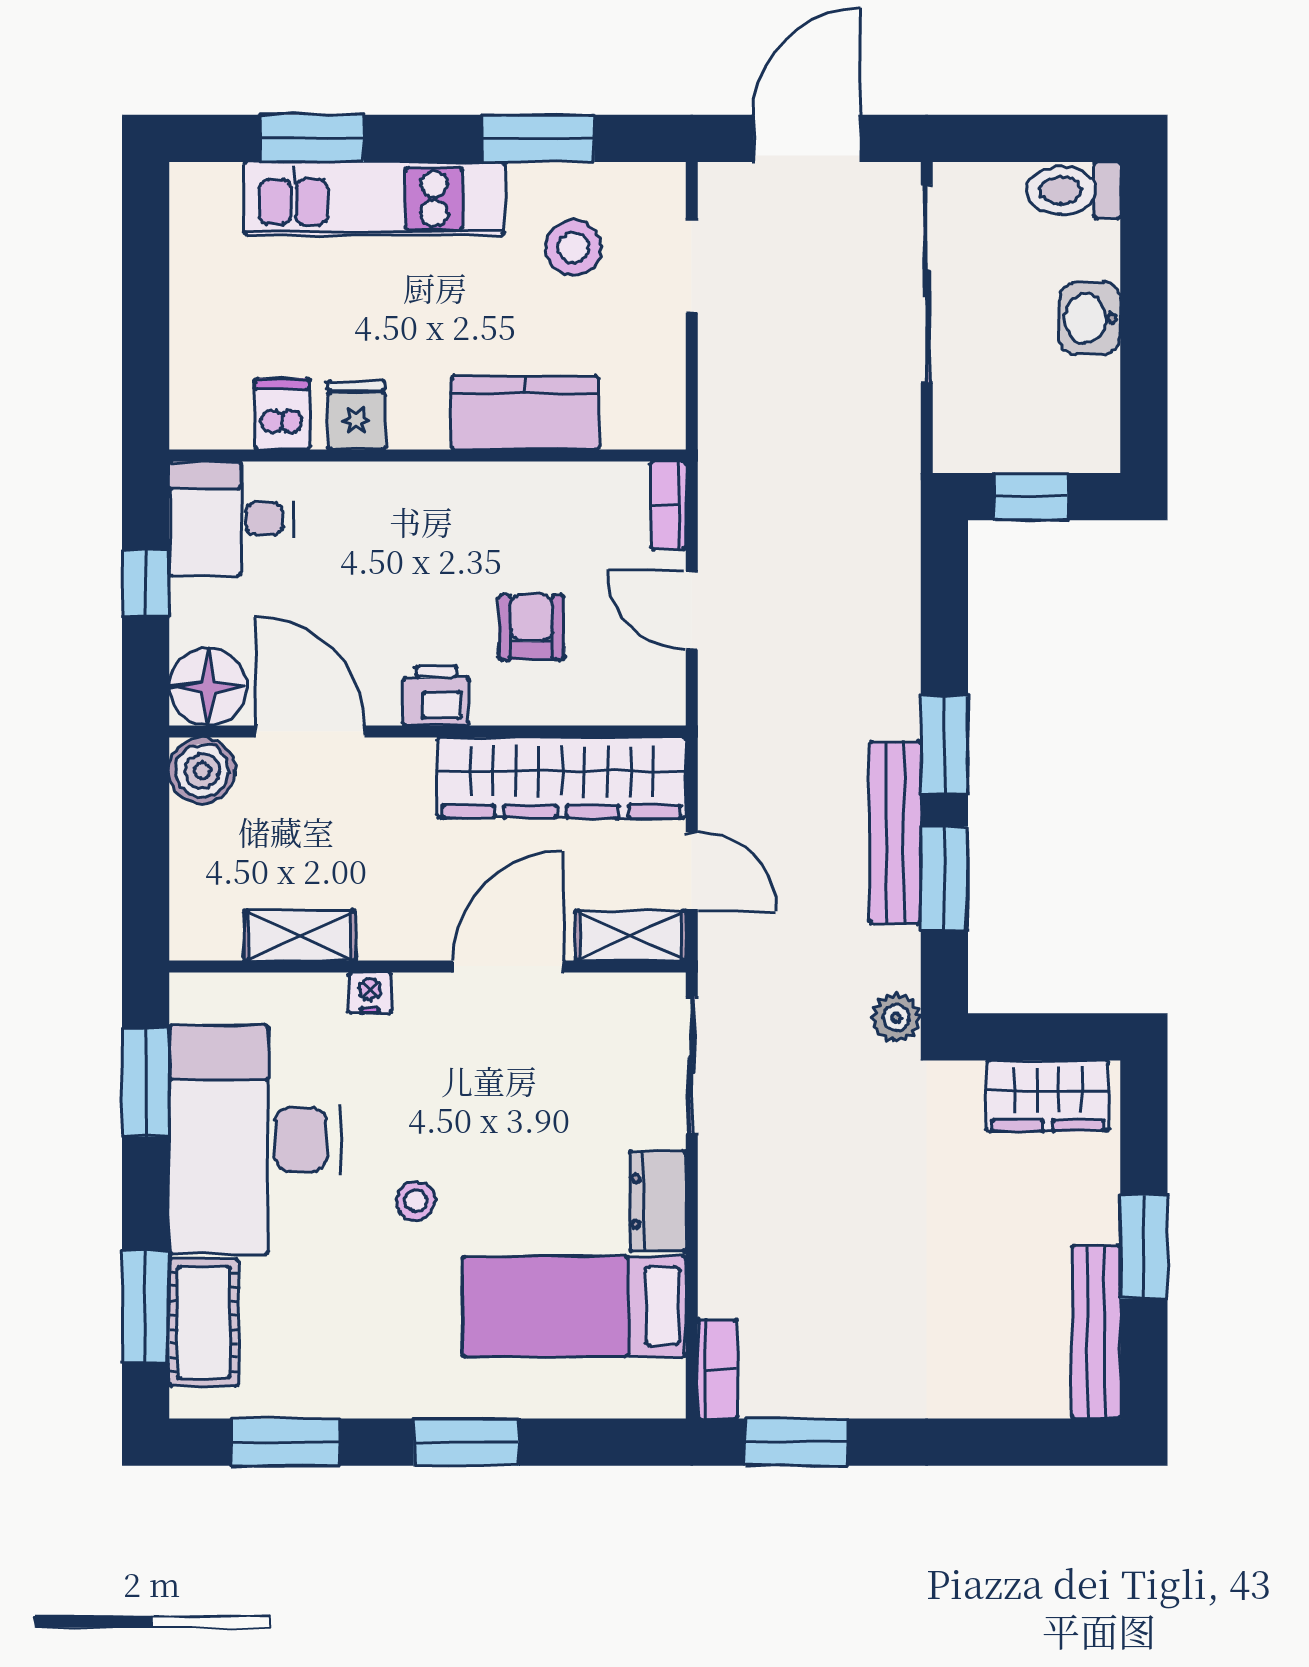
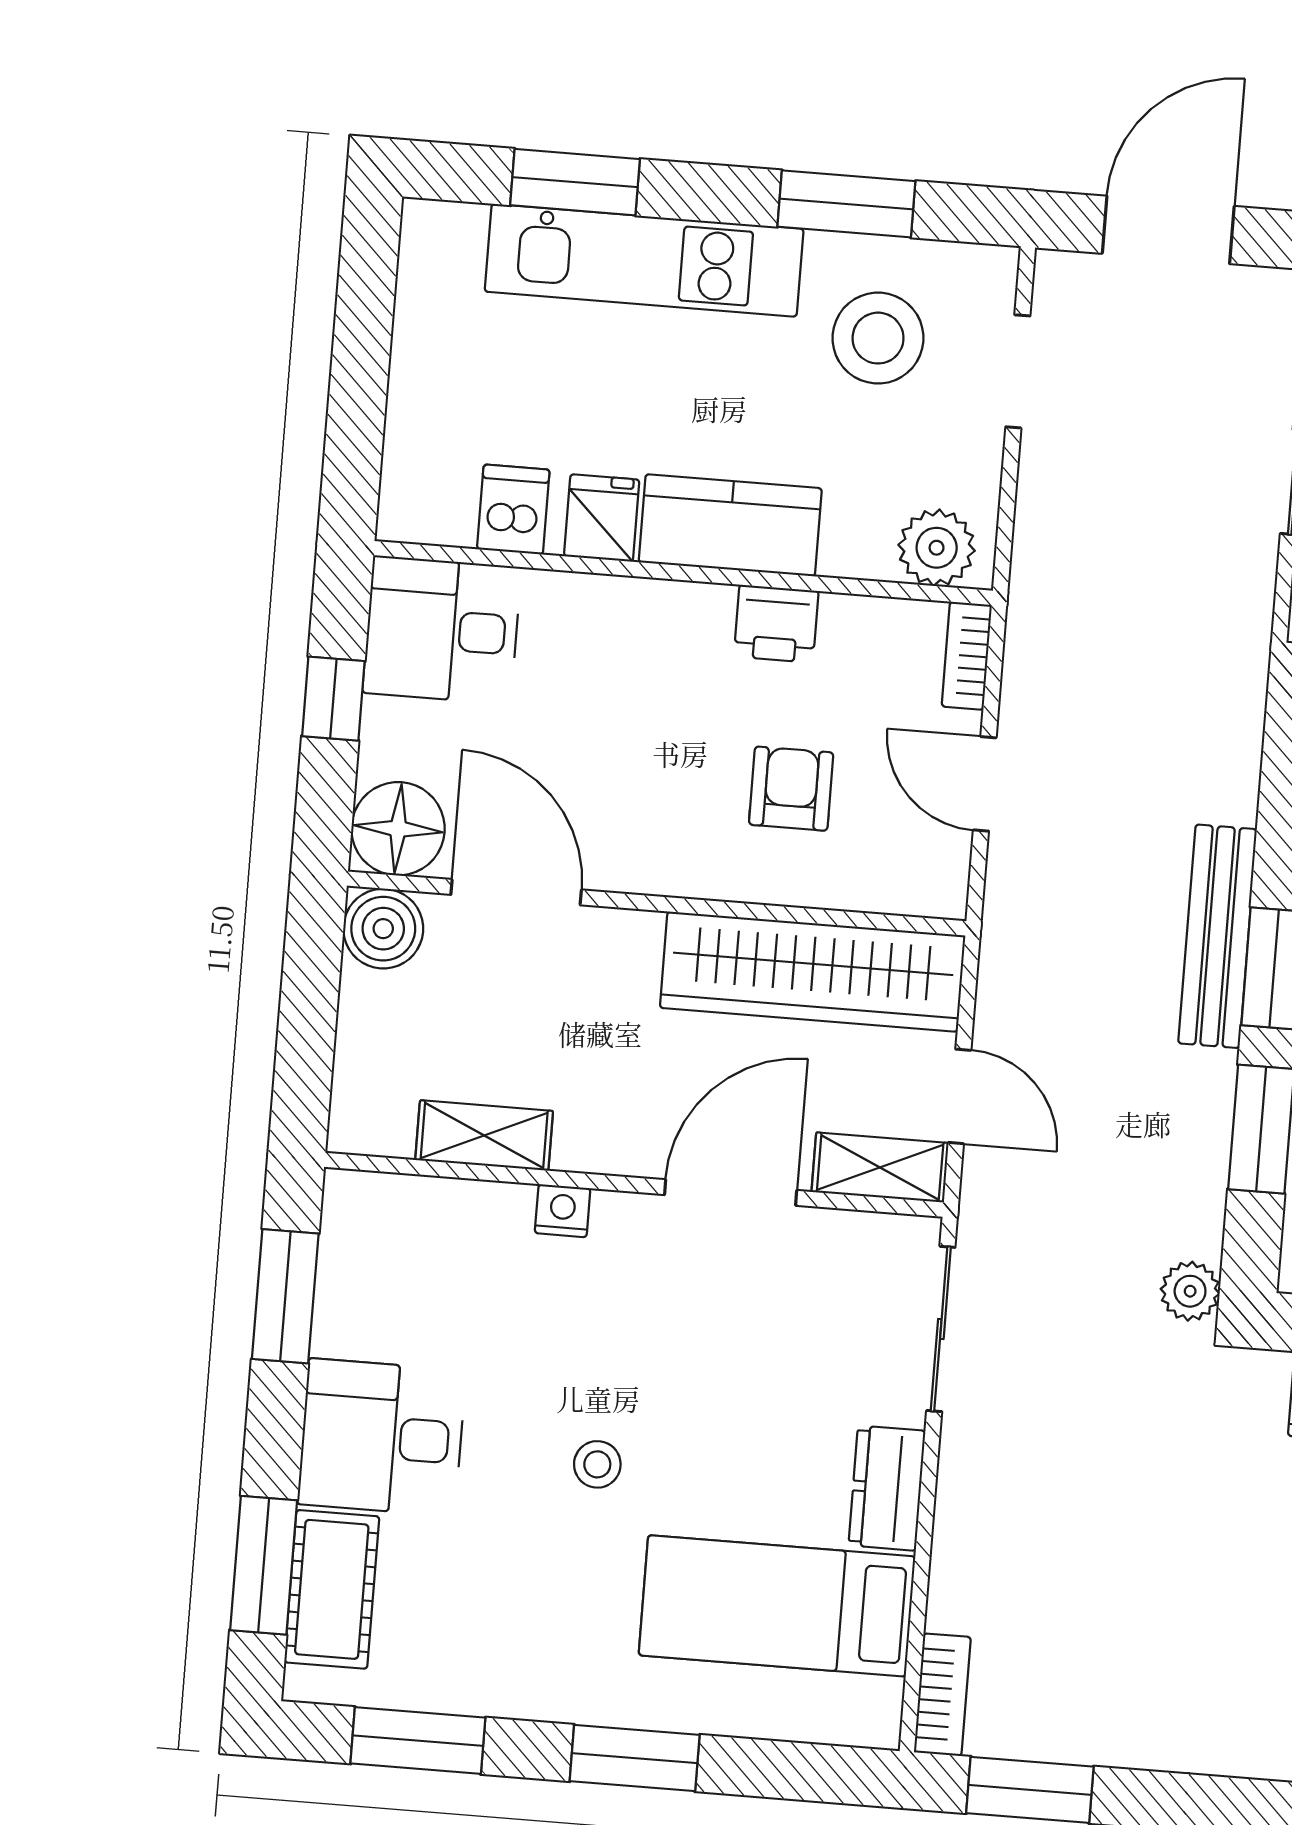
stool: (573, 247) -> (878, 338), width x1.38, depth x1.38
kitchen counter: (525, 413) -> (730, 525), moved
plant: (636, 418) -> (937, 548), added
printer: (436, 696) -> (776, 624), moved, turned 180
bench: (895, 833) -> (1218, 936), moved
desk: (255, 1140) -> (382, 1437), width x0.53, depth x0.77

